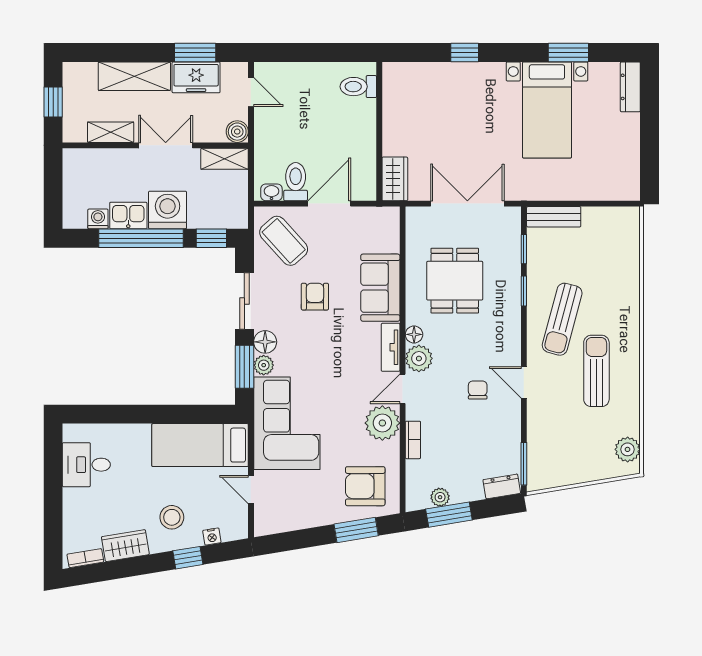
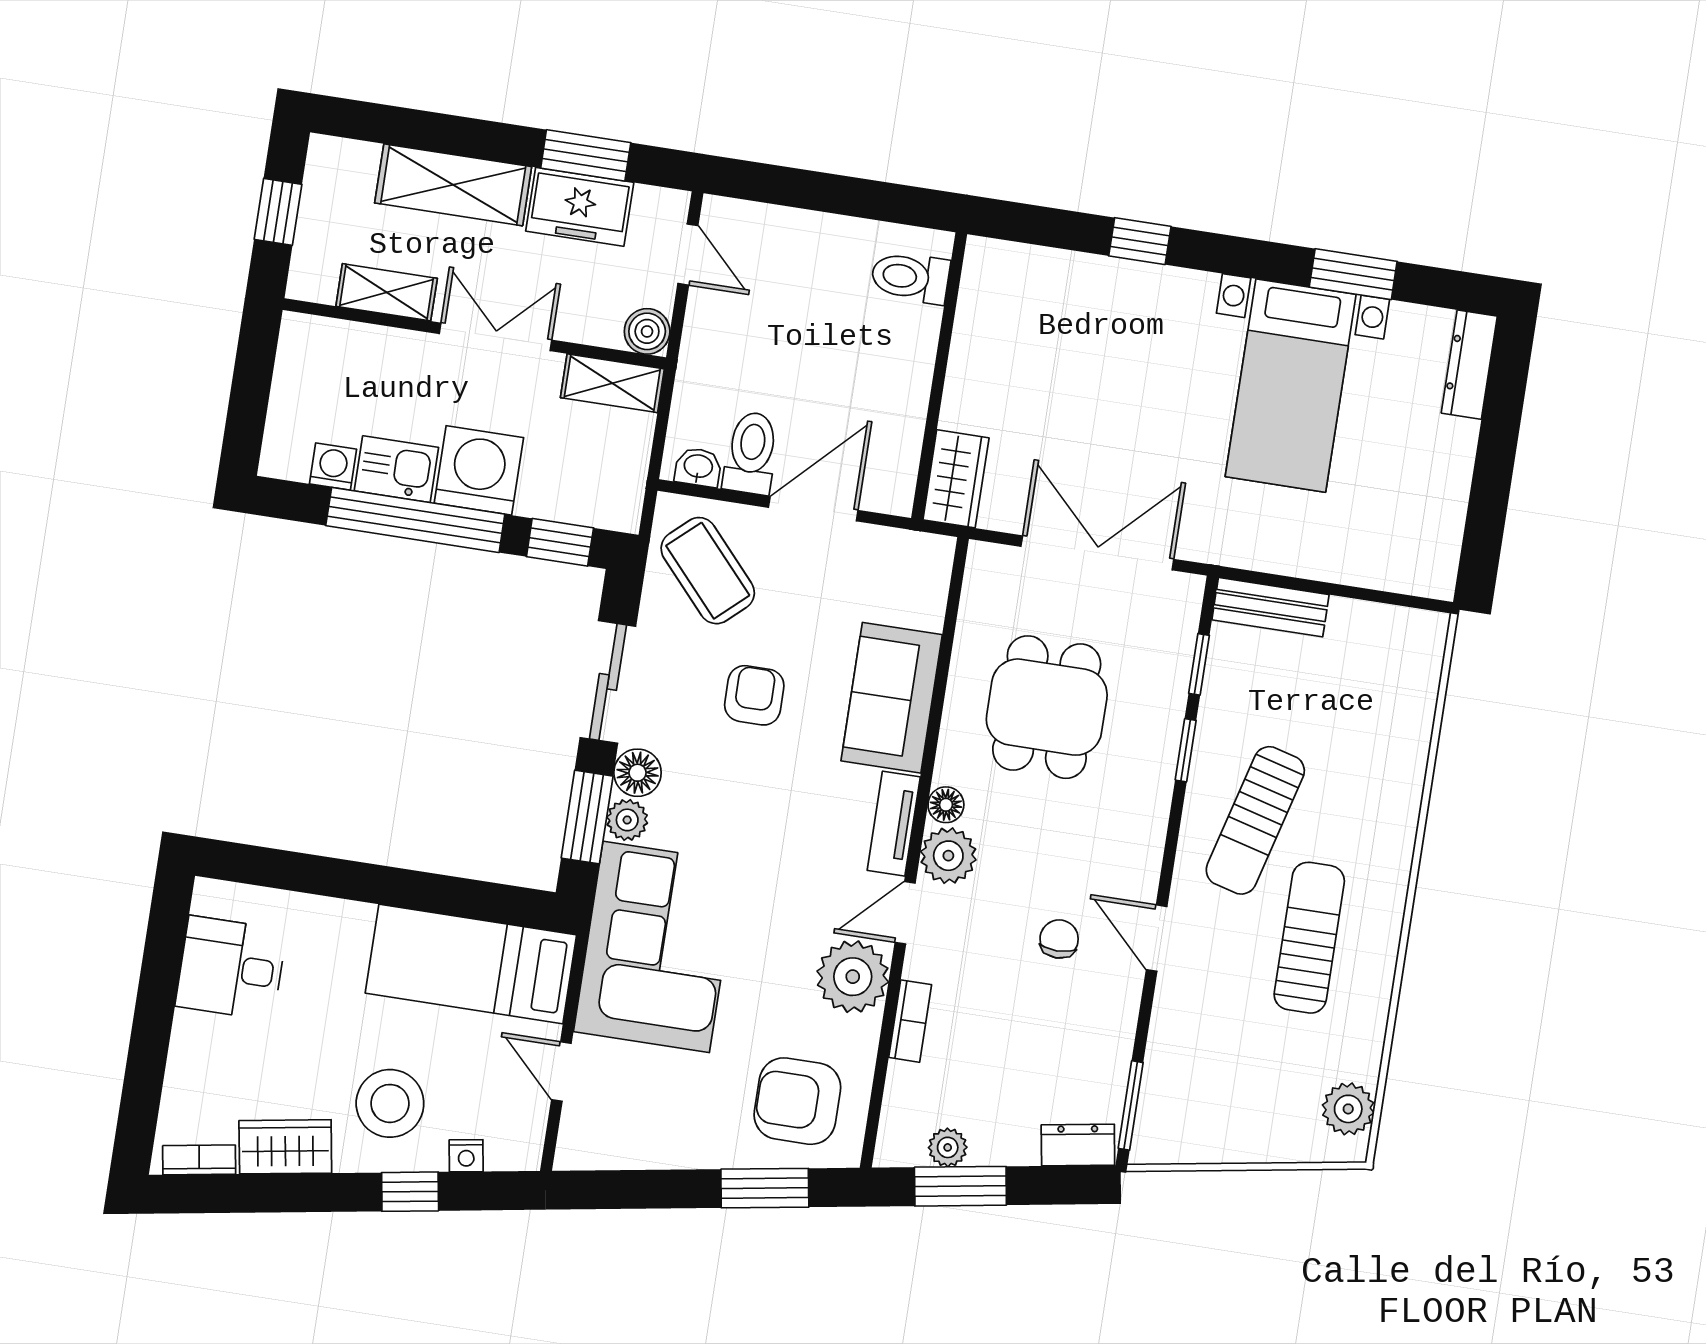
stool: (172, 517) -> (390, 1103), width x1.38, depth x1.38

